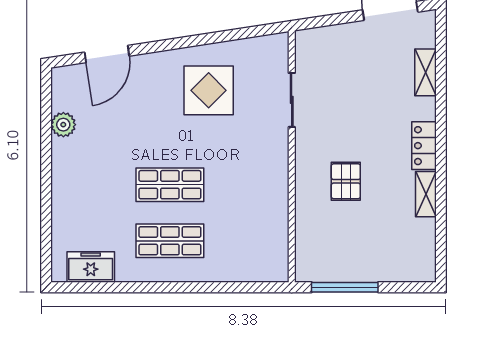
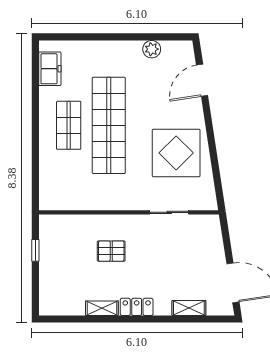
door: (107, 54) -> (202, 80), hinge flipped
display table: (209, 90) -> (176, 153), width x1.36, depth x1.36
shop shelf: (170, 185) -> (109, 125), width x2.00, depth x1.36
window: (345, 287) -> (35, 250), width x0.46

